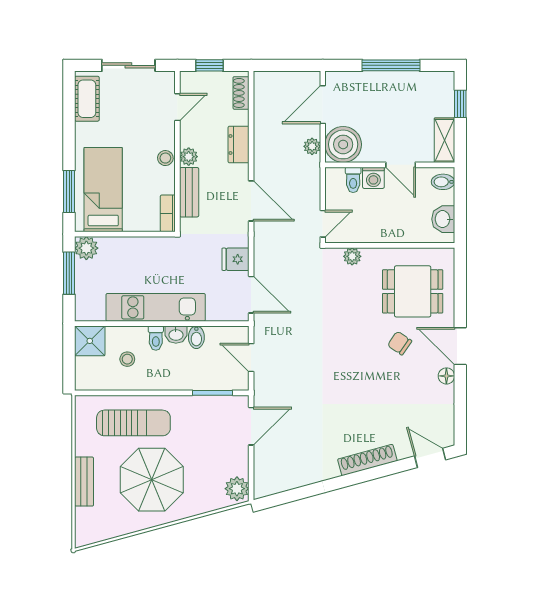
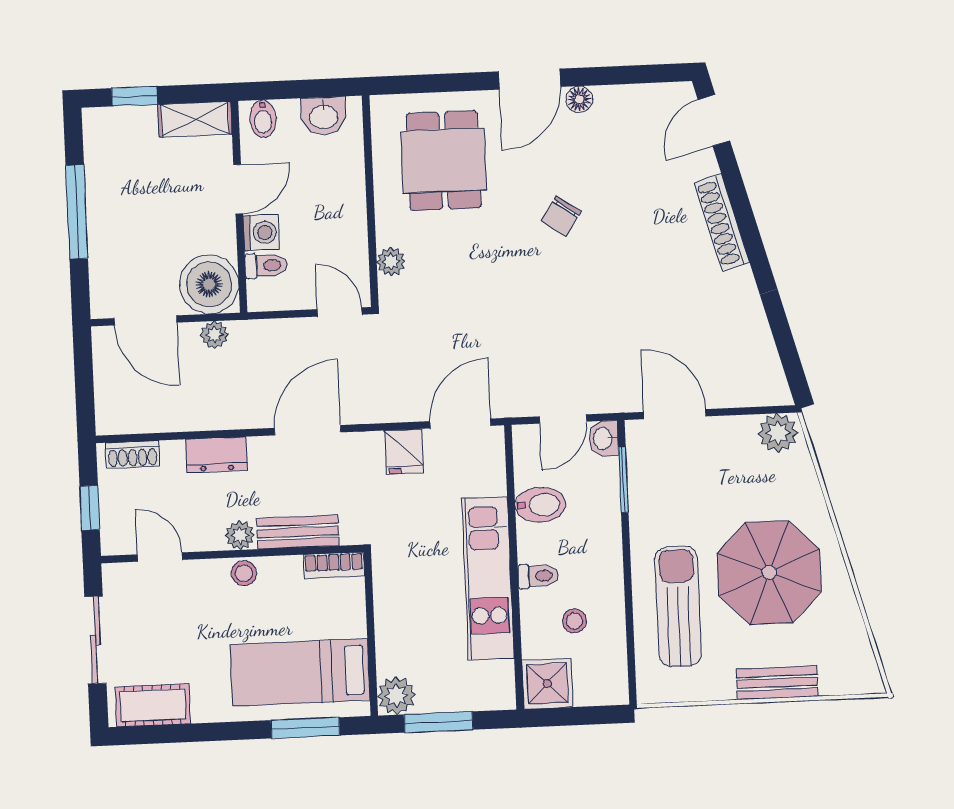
washbasin: (176, 335) -> (604, 439), moved, turned 180
bidet: (196, 337) -> (540, 505), width x1.38, depth x1.36
chair: (400, 343) -> (561, 216), moved

